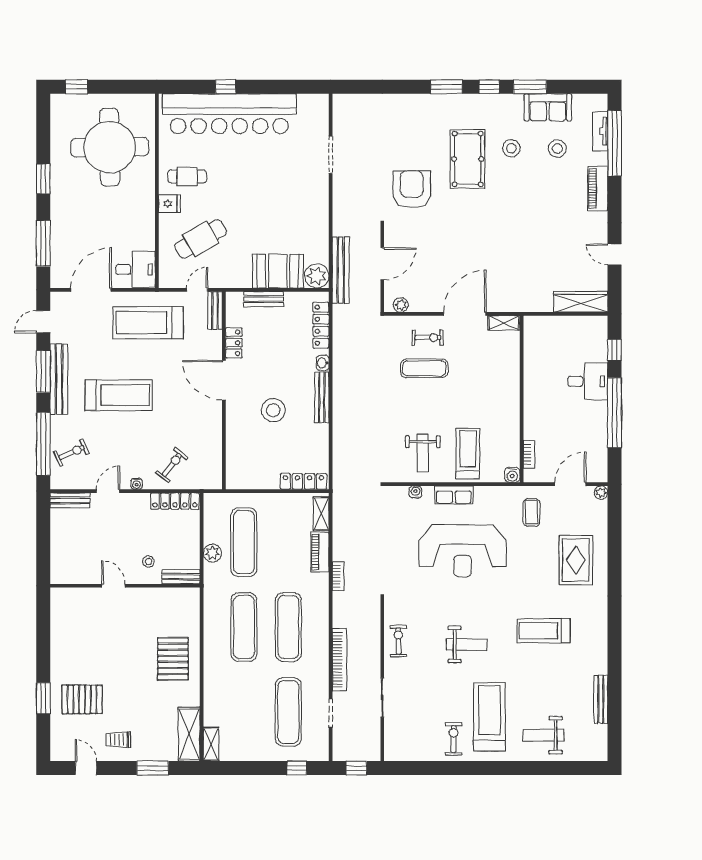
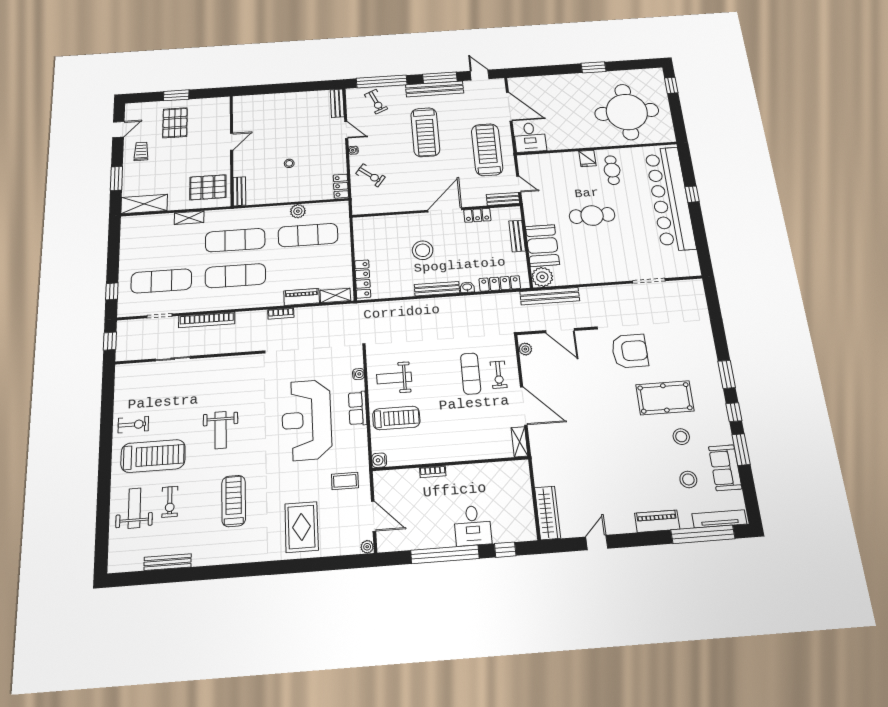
tv unit: (600, 131) -> (719, 519), width x1.41
cafe table: (201, 239) -> (592, 215), moved, turned -60
window: (43, 243) -> (542, 71), removed
bookcase: (529, 454) -> (433, 472), moved
locker: (175, 501) -> (341, 186), width x0.66
rug: (576, 560) -> (302, 527), turned 90
bench: (181, 577) -> (239, 191), moved
door: (113, 586) -> (232, 142), moved
wall: (125, 586) -> (232, 150), moved
exercise bike: (398, 641) -> (170, 502), moved, turned 91
shelving: (211, 744) -> (189, 218), moved

